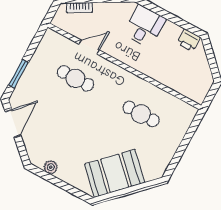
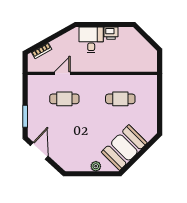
printer: (189, 40) -> (111, 33), moved
plant: (51, 167) -> (96, 166), moved

